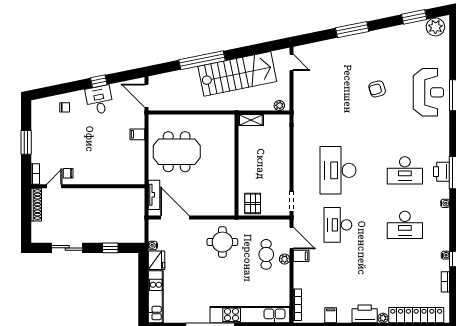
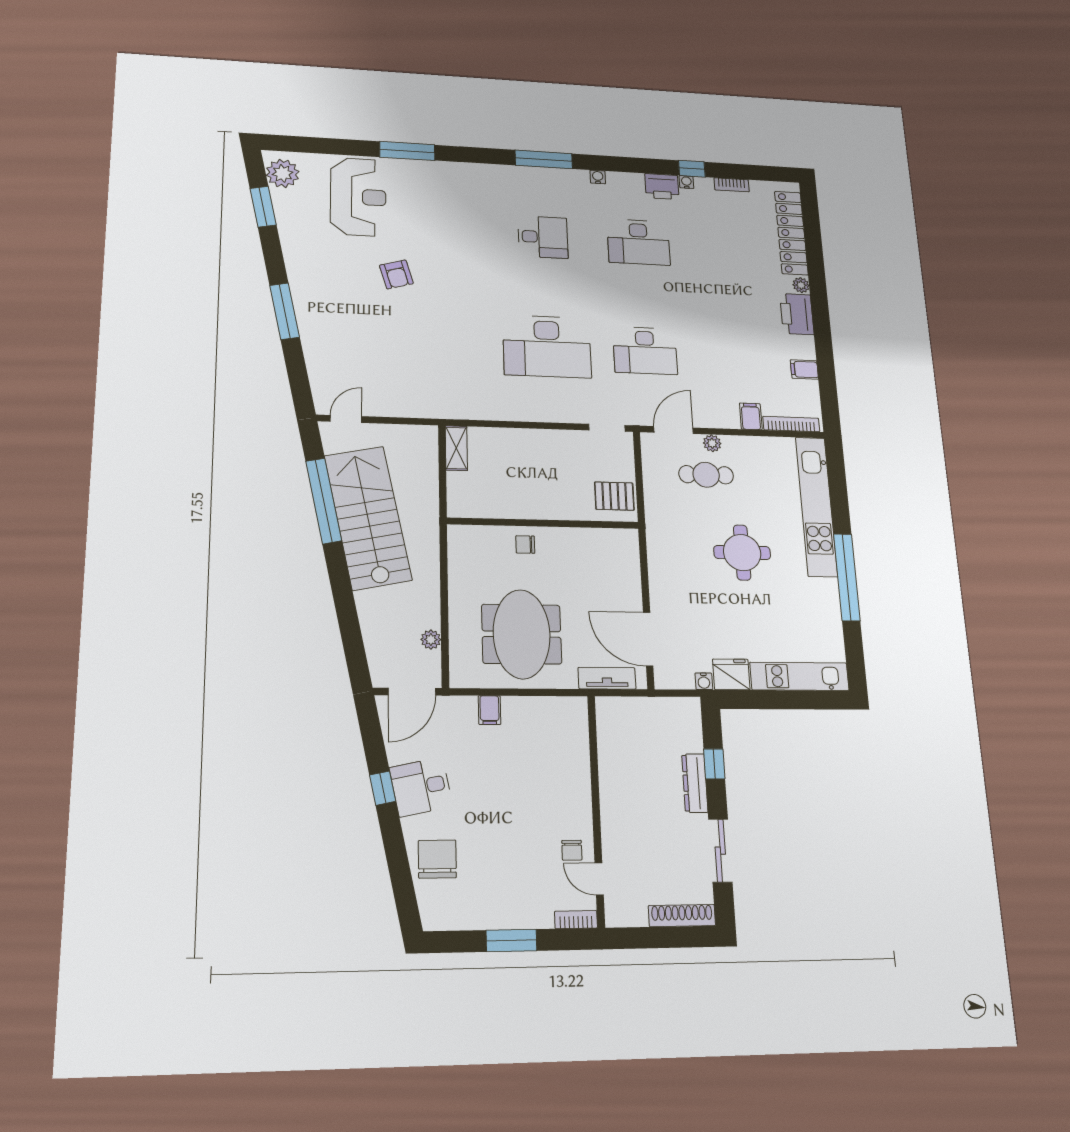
window: (202, 60) -> (324, 501), moved
reception desk: (428, 92) -> (358, 197), moved, turned 90
plant: (279, 105) -> (431, 640), moved
chair: (65, 107) -> (437, 859), width x1.87, depth x1.87
shelving: (251, 120) -> (456, 448), moved
chair: (225, 155) -> (525, 544), added
desk: (405, 170) -> (543, 237), width x0.73
printer: (442, 172) -> (662, 186), moved
shoe rack: (36, 205) -> (682, 916), moved
door: (175, 217) -> (648, 639), hinge flipped
desk: (405, 225) -> (639, 242), turned 90
dresser: (101, 237) -> (695, 783), added
round table: (222, 242) -> (742, 553), moved
filing cabinet: (301, 256) -> (751, 416), moved

